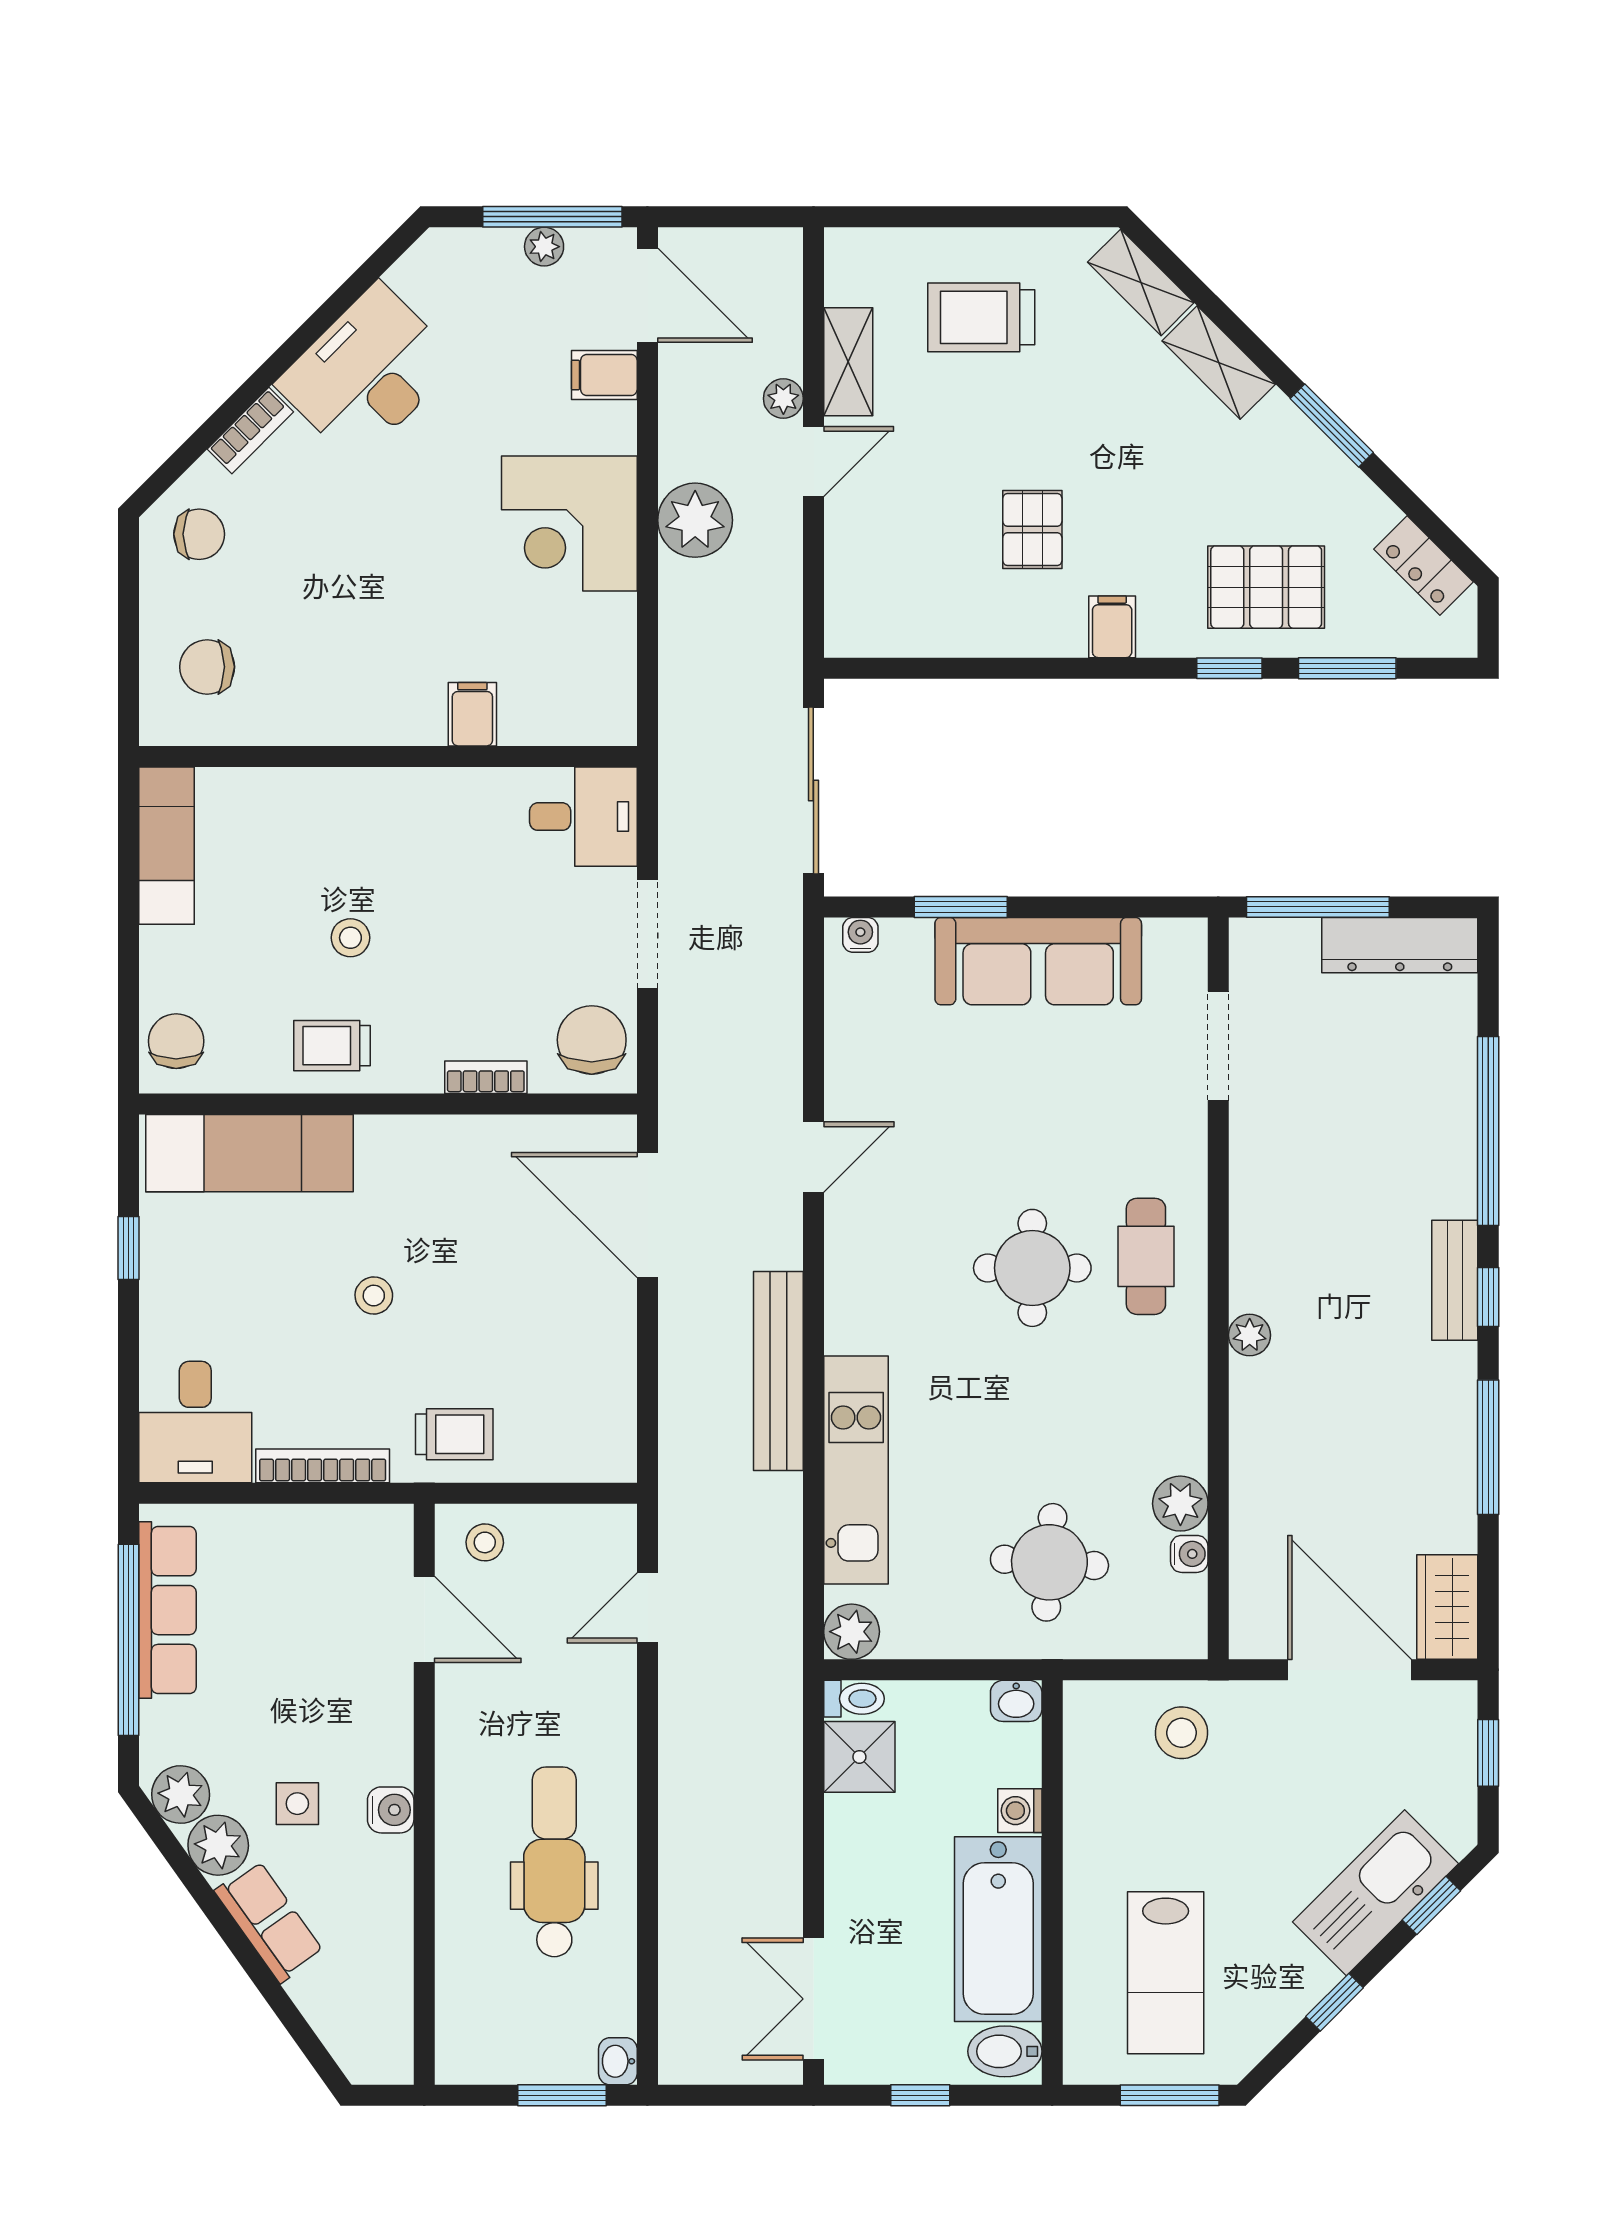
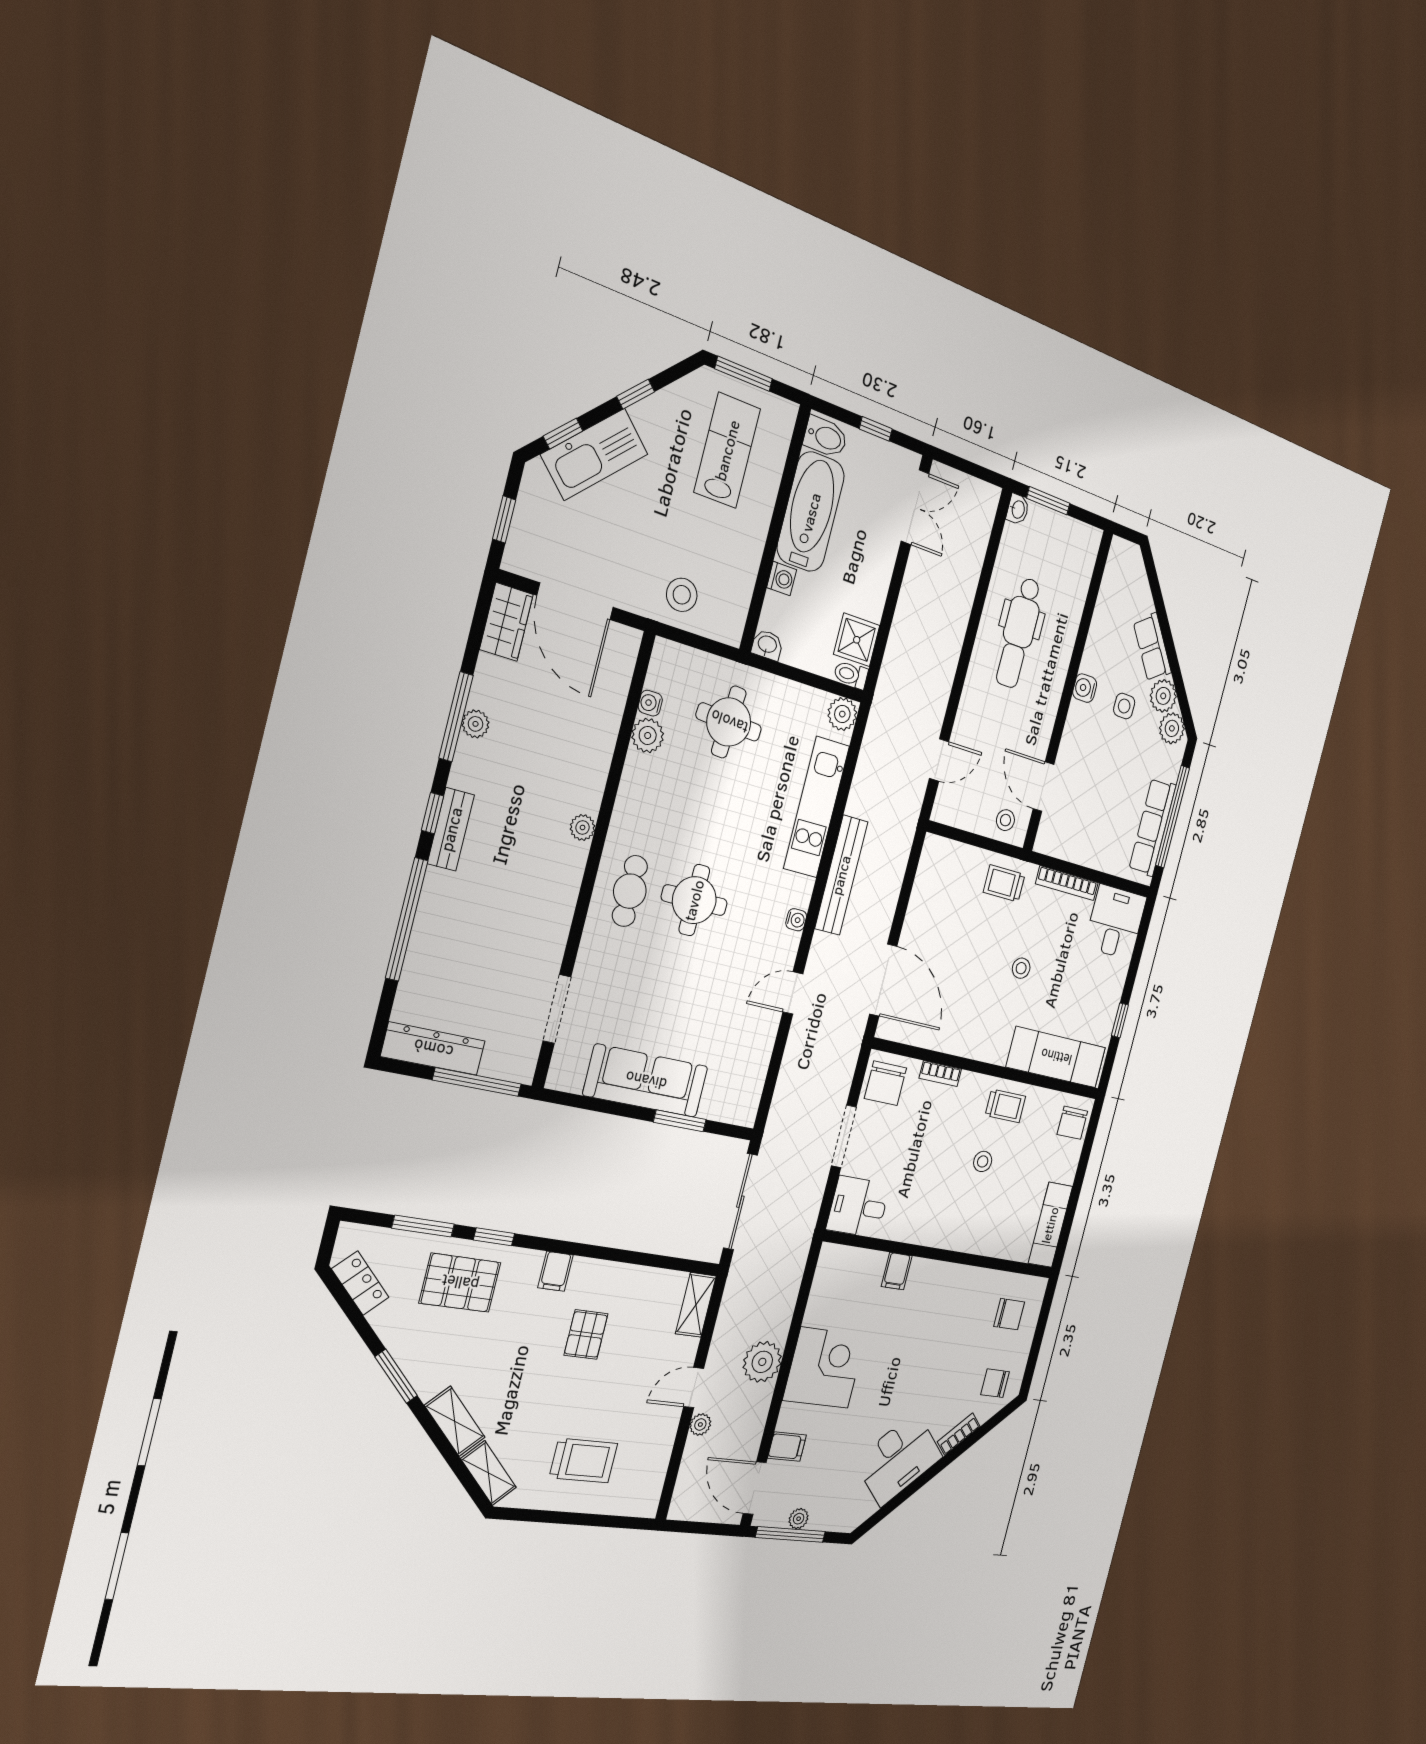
shelving: (848, 362) -> (696, 1305), moved
water cooler: (860, 935) -> (796, 920), moved, turned -90
plant: (1456, 1445) -> (475, 724), added

